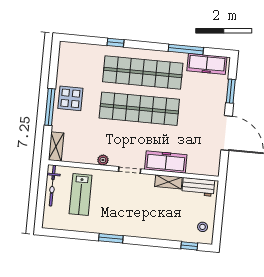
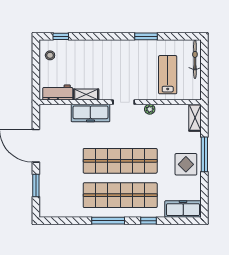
window: (186, 49) -> (108, 221), moved
freezer: (207, 64) -> (183, 209), moved
bicycle: (52, 185) -> (195, 59), moved
window: (111, 238) -> (146, 36), moved

